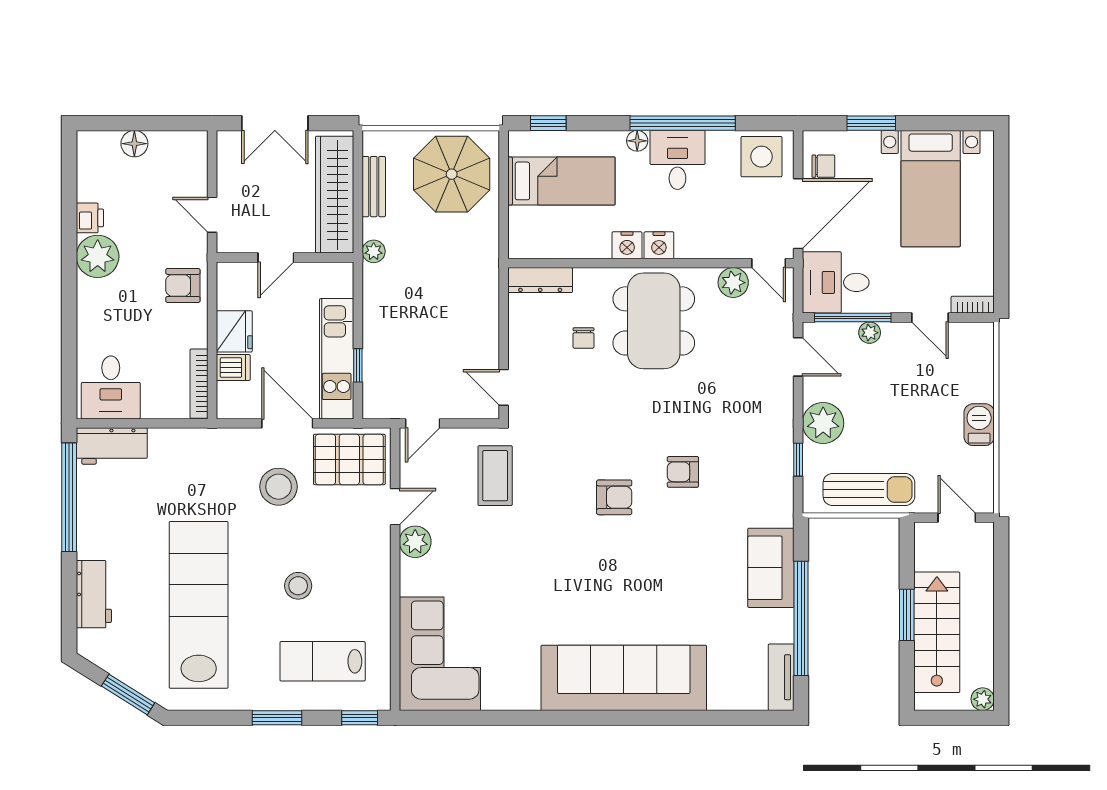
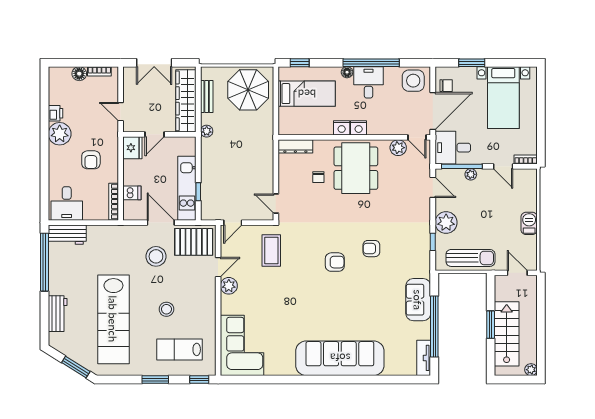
bookcase: (172, 139) -> (99, 71), added
armchair: (183, 285) -> (91, 160), moved, turned -90
fridge: (234, 331) -> (132, 148), moved
lab bench: (199, 605) -> (113, 319), turned 180

